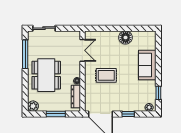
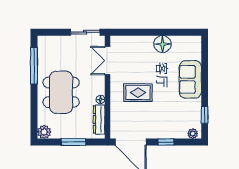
sliding door: (44, 28) -> (85, 32), moved
double door: (82, 50) -> (107, 61), swing flipped

